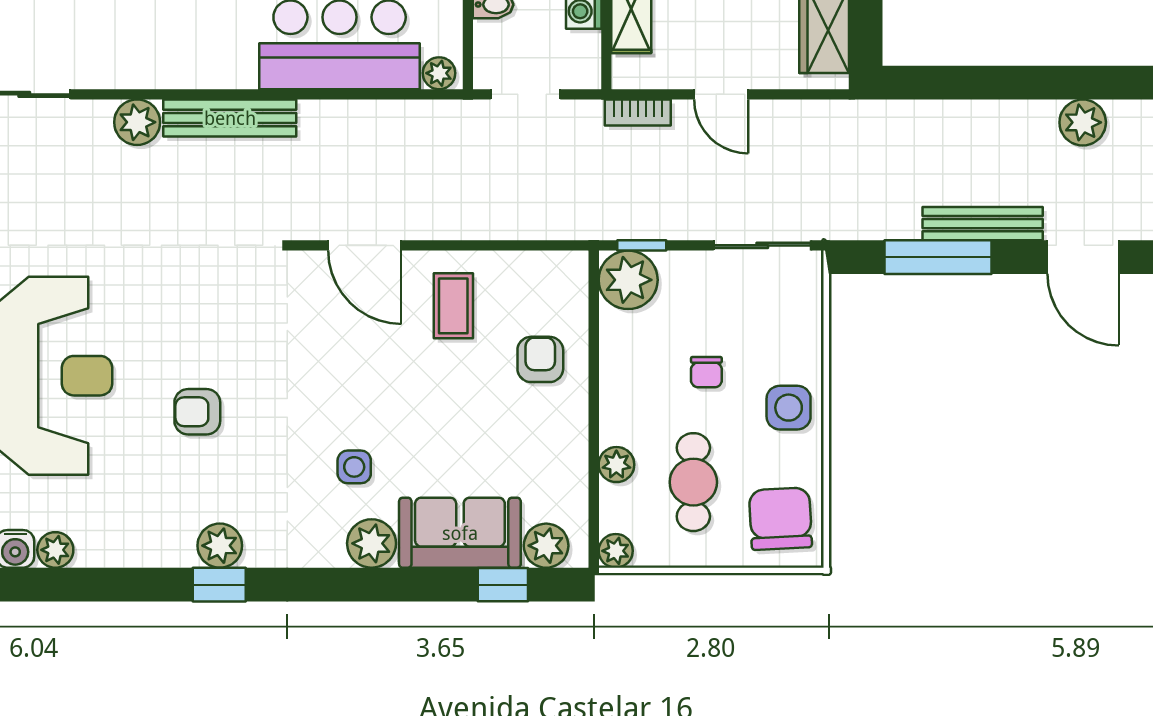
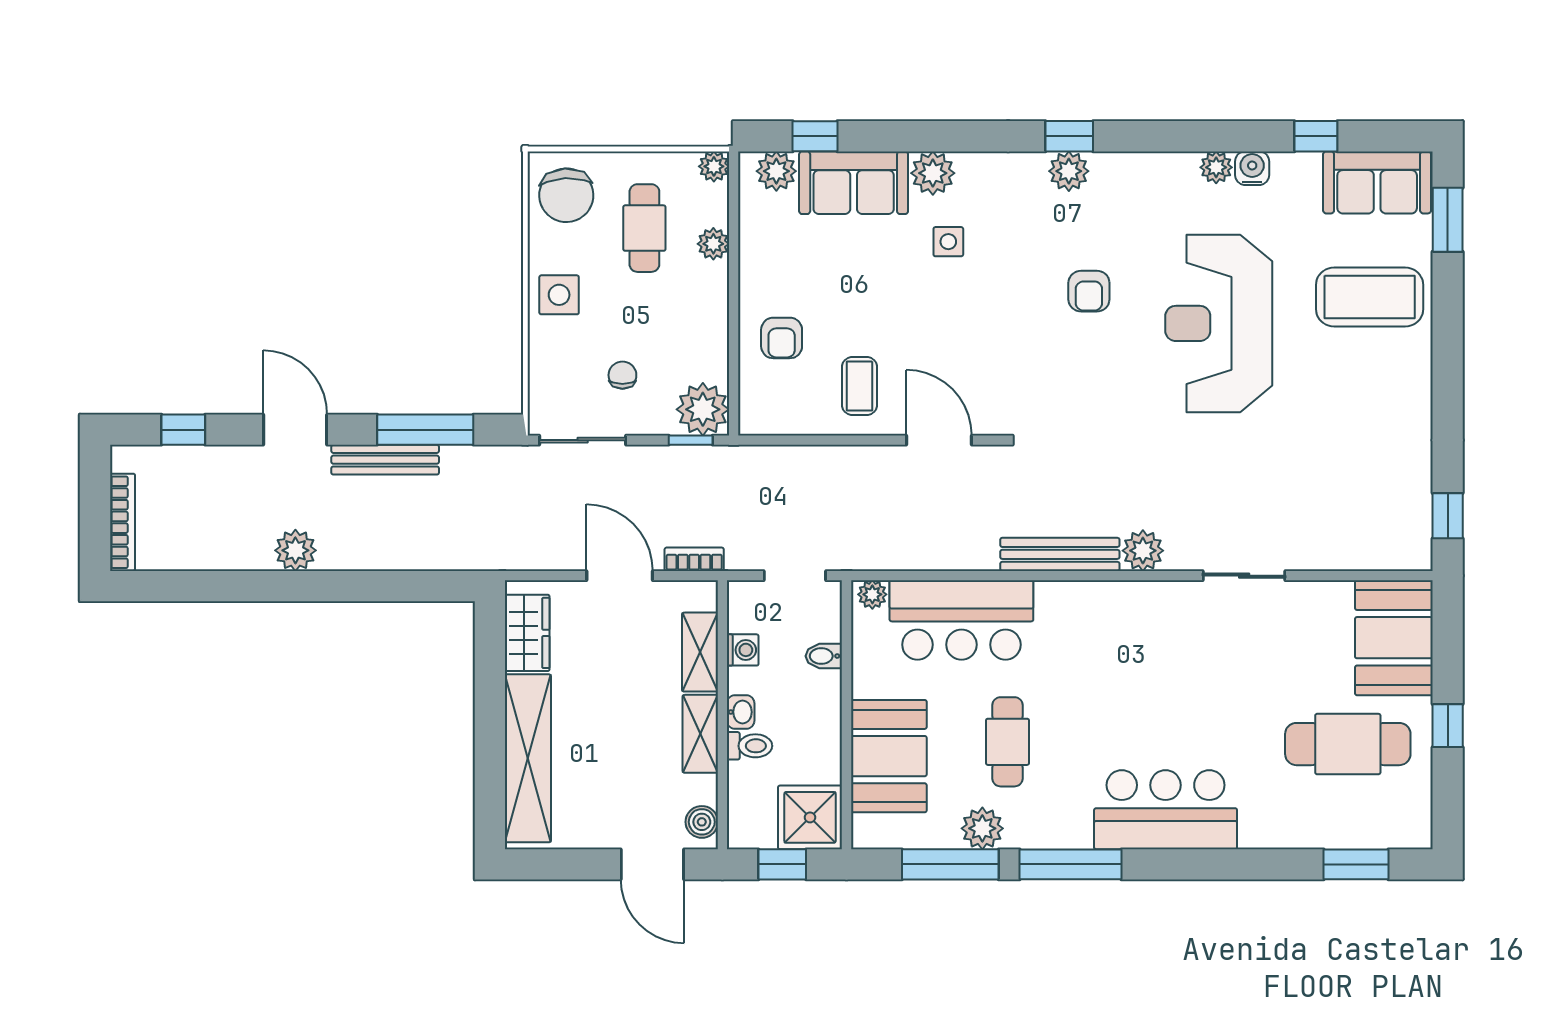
door: (721, 94) -> (620, 576), width x1.38
chair: (706, 372) -> (622, 375), moved
armchair: (197, 412) -> (1089, 291), turned 90

